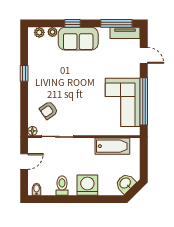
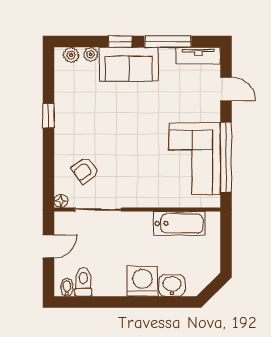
window: (116, 23) -> (168, 42), moved
washbasin: (125, 183) -> (172, 285), moved, turned 45
toilet: (62, 186) -> (83, 282), moved

